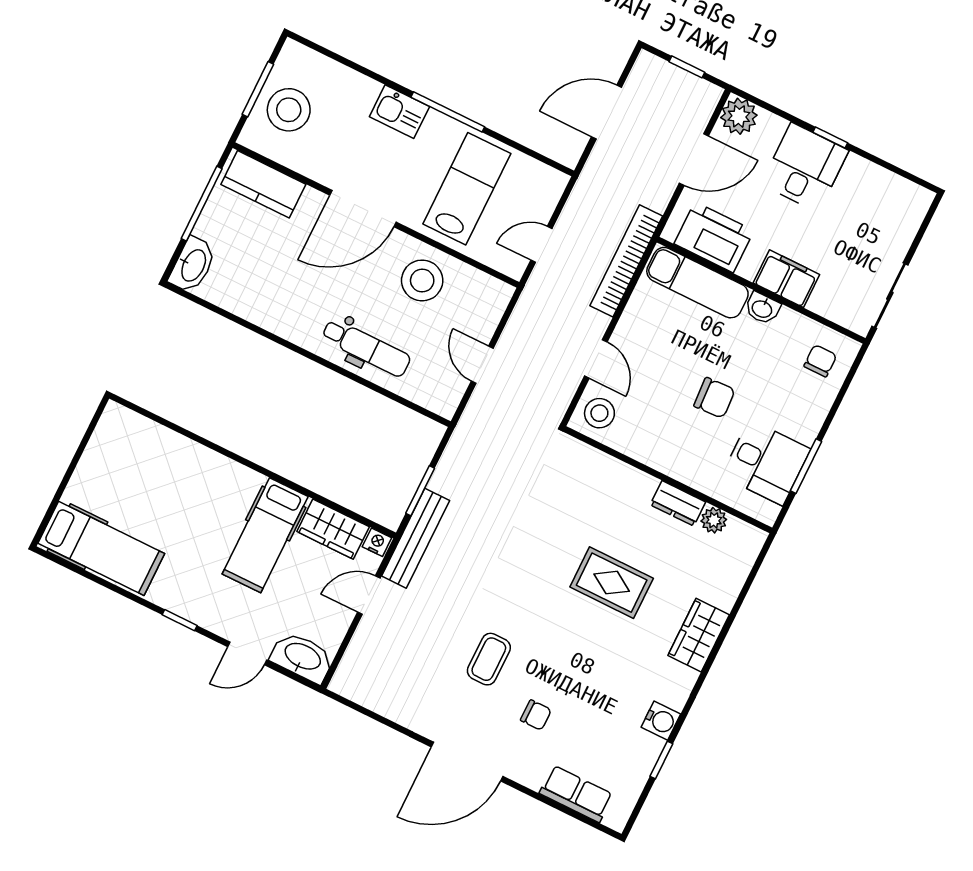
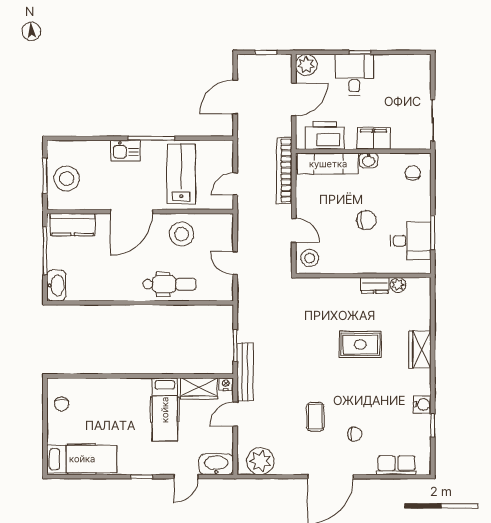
chair: (112, 450) -> (62, 404), added
plant: (372, 686) -> (260, 461), added

